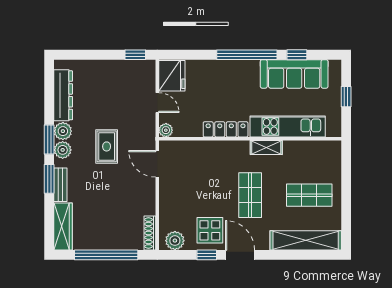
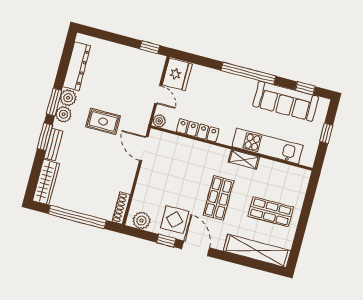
window: (297, 55) -> (305, 88), moved
locker: (226, 129) -> (198, 130), moved
rug: (107, 146) -> (103, 122), turned 90

